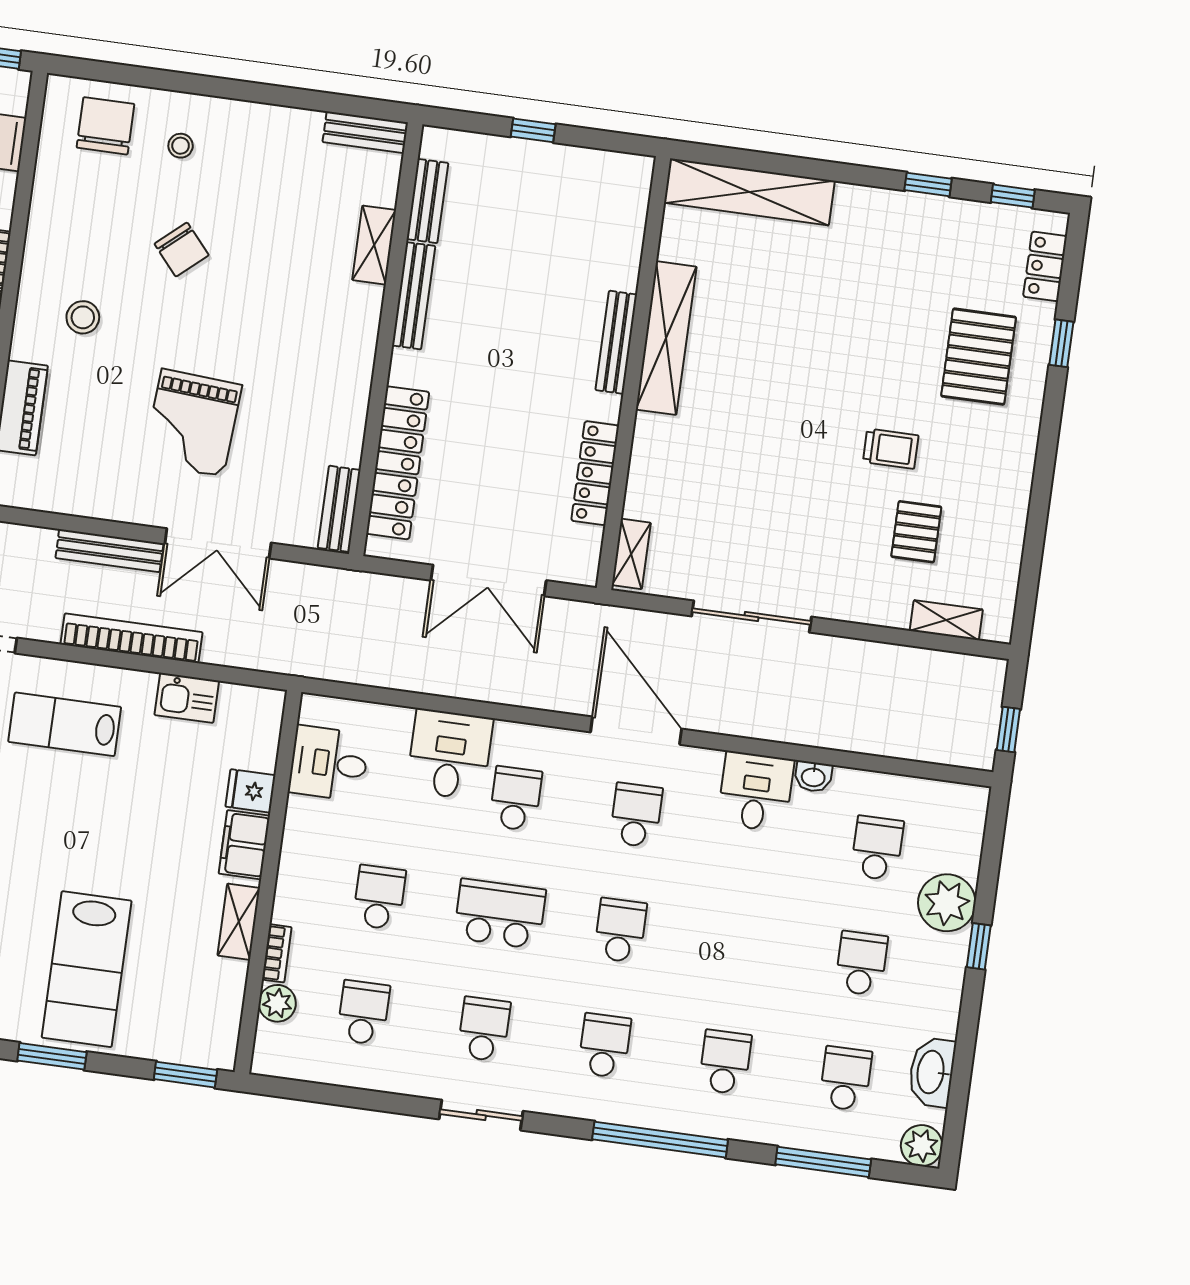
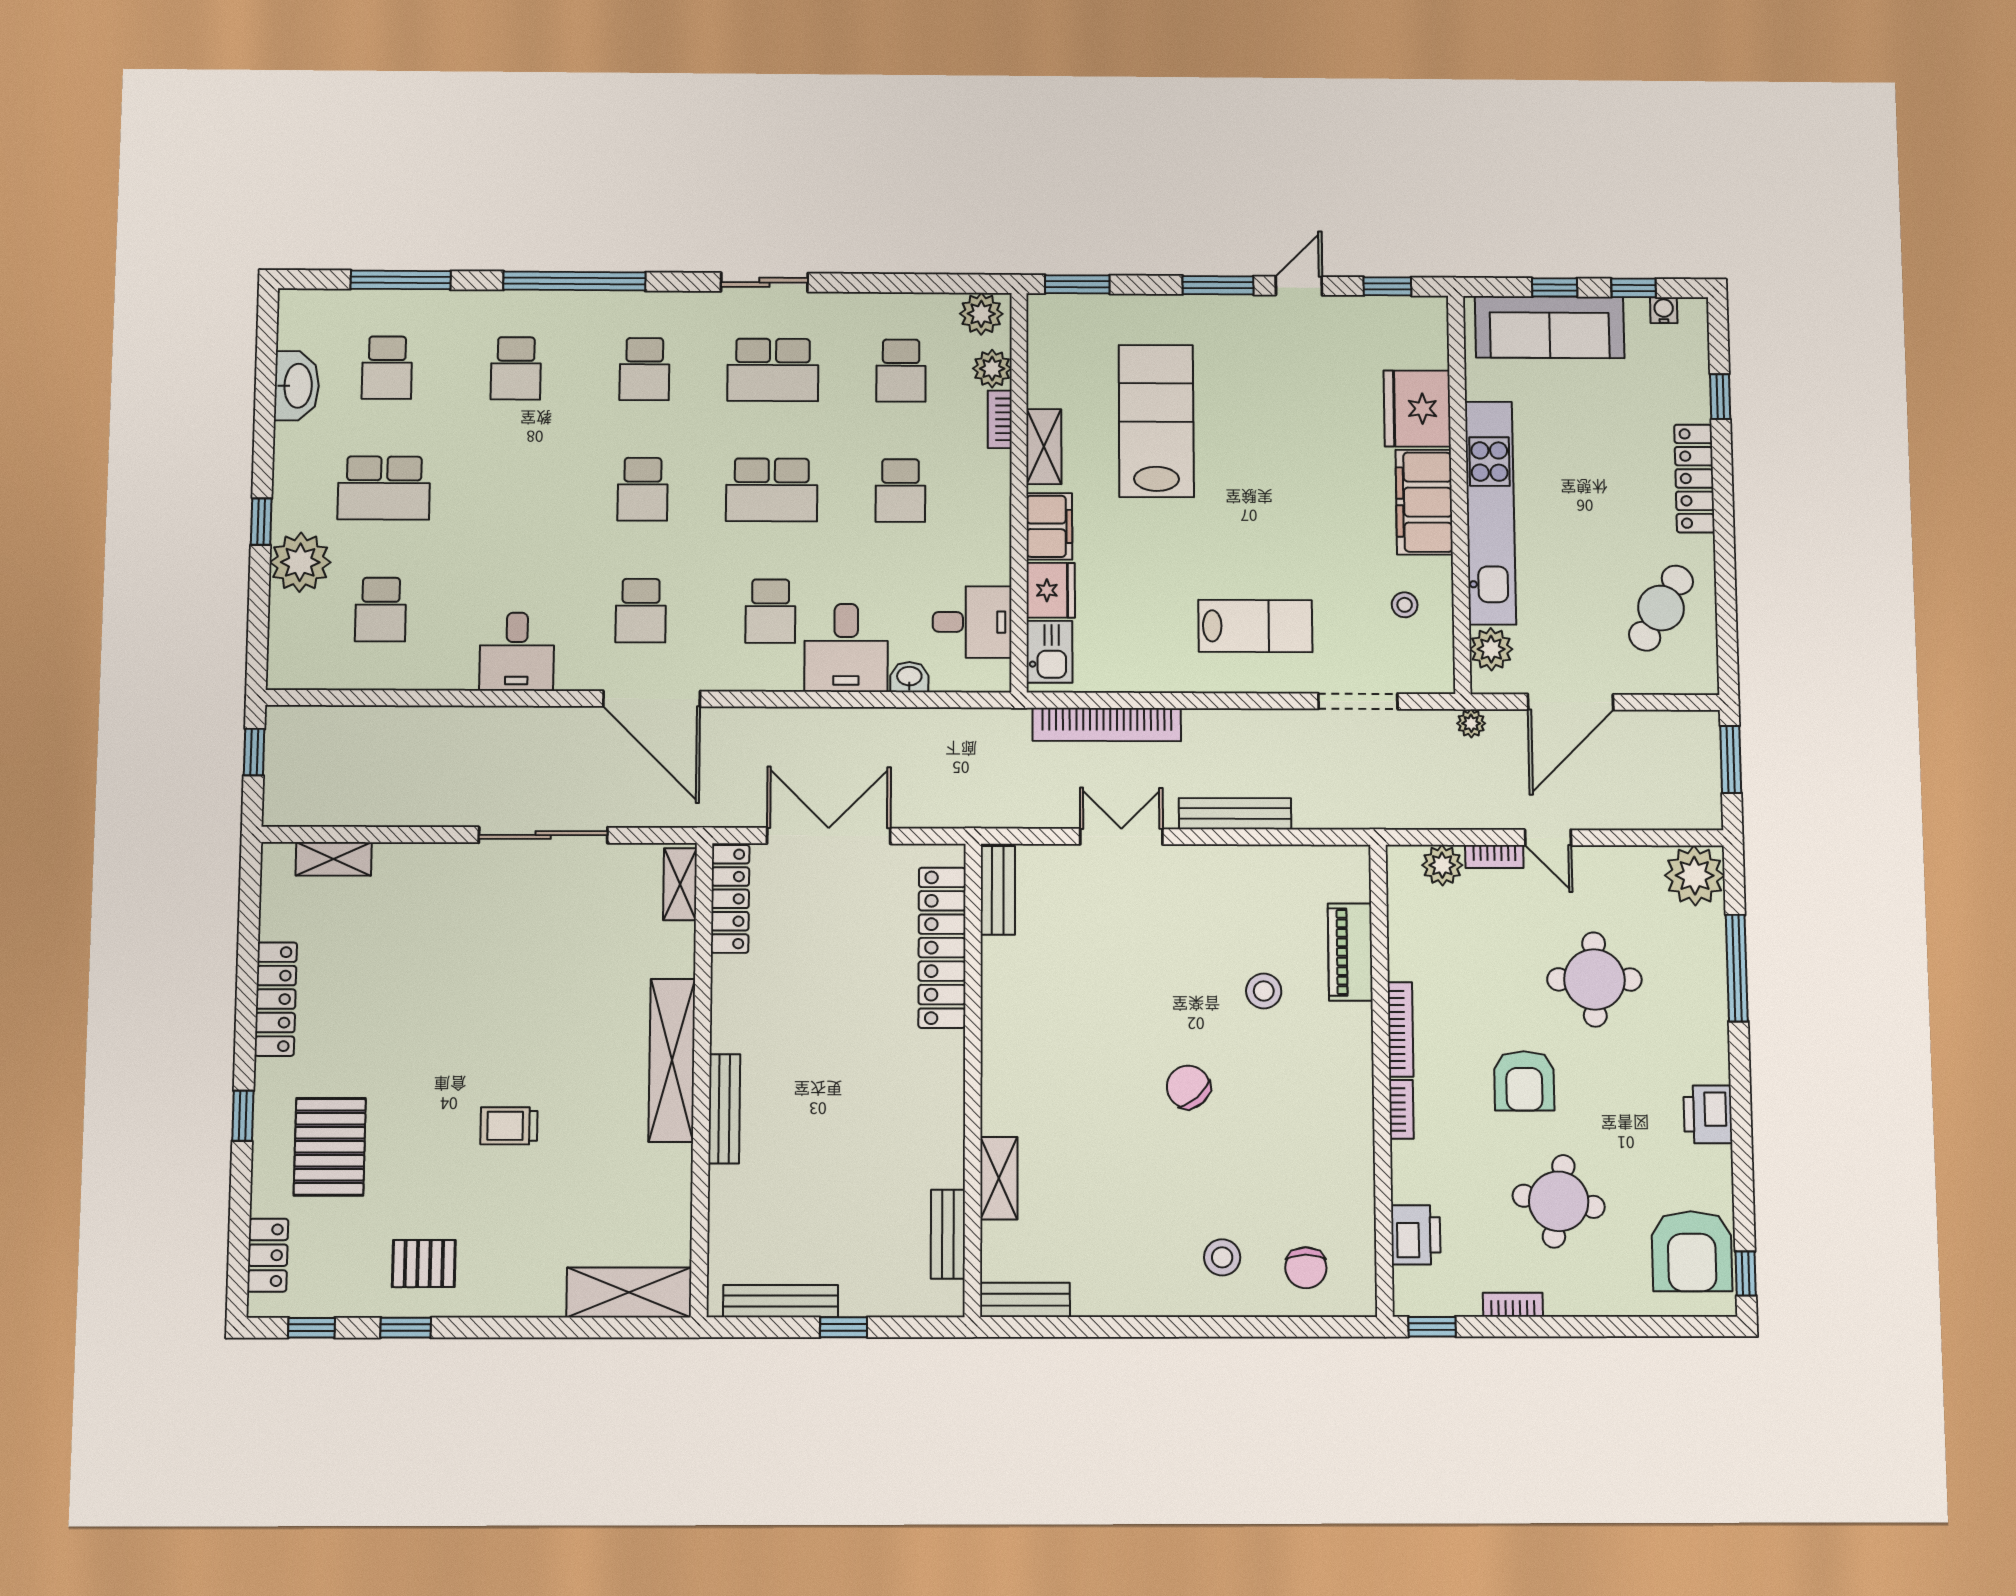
chair: (106, 126) -> (1306, 1268), width x0.73, depth x0.73
stool: (181, 146) -> (1222, 1257), width x1.37, depth x1.37
shelving: (749, 192) -> (629, 1292), width x0.68
chair: (182, 250) -> (1188, 1087), moved
bench: (414, 296) -> (781, 1301), moved, turned 90
stool: (83, 317) -> (1264, 991), moved
shelving: (666, 338) -> (672, 1060), moved
window: (1061, 343) -> (243, 1116), moved
grand piano: (192, 423) -> (1167, 960), removed
trolley: (891, 449) -> (509, 1126), moved
locker: (595, 473) -> (730, 899), moved
locker: (1013, 498) -> (276, 999), added
pallet: (916, 532) -> (424, 1264), moved, turned 90
double door: (218, 543) -> (1121, 836), width x0.73
bookcase: (132, 638) -> (1107, 724), moved
kitchen sink: (187, 698) -> (1049, 652), moved, turned 90
washbasin: (813, 777) -> (909, 677), moved
fridge: (250, 791) -> (1051, 590), width x1.38
school desk: (861, 963) -> (384, 488), width x1.85
lab bench: (87, 969) -> (1156, 421), moved
school desk: (484, 1029) -> (773, 370), width x1.85
plant: (922, 1146) -> (981, 314), moved

